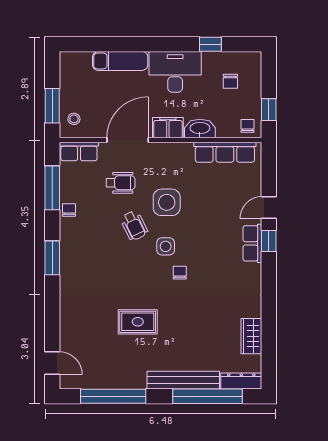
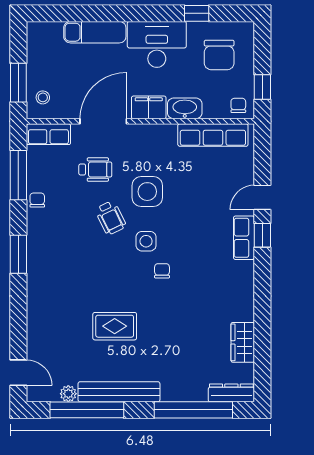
chair: (230, 81) -> (219, 55), width x1.87, depth x1.87
bench: (183, 380) -> (119, 392), moved
plant: (97, 382) -> (68, 394), added

